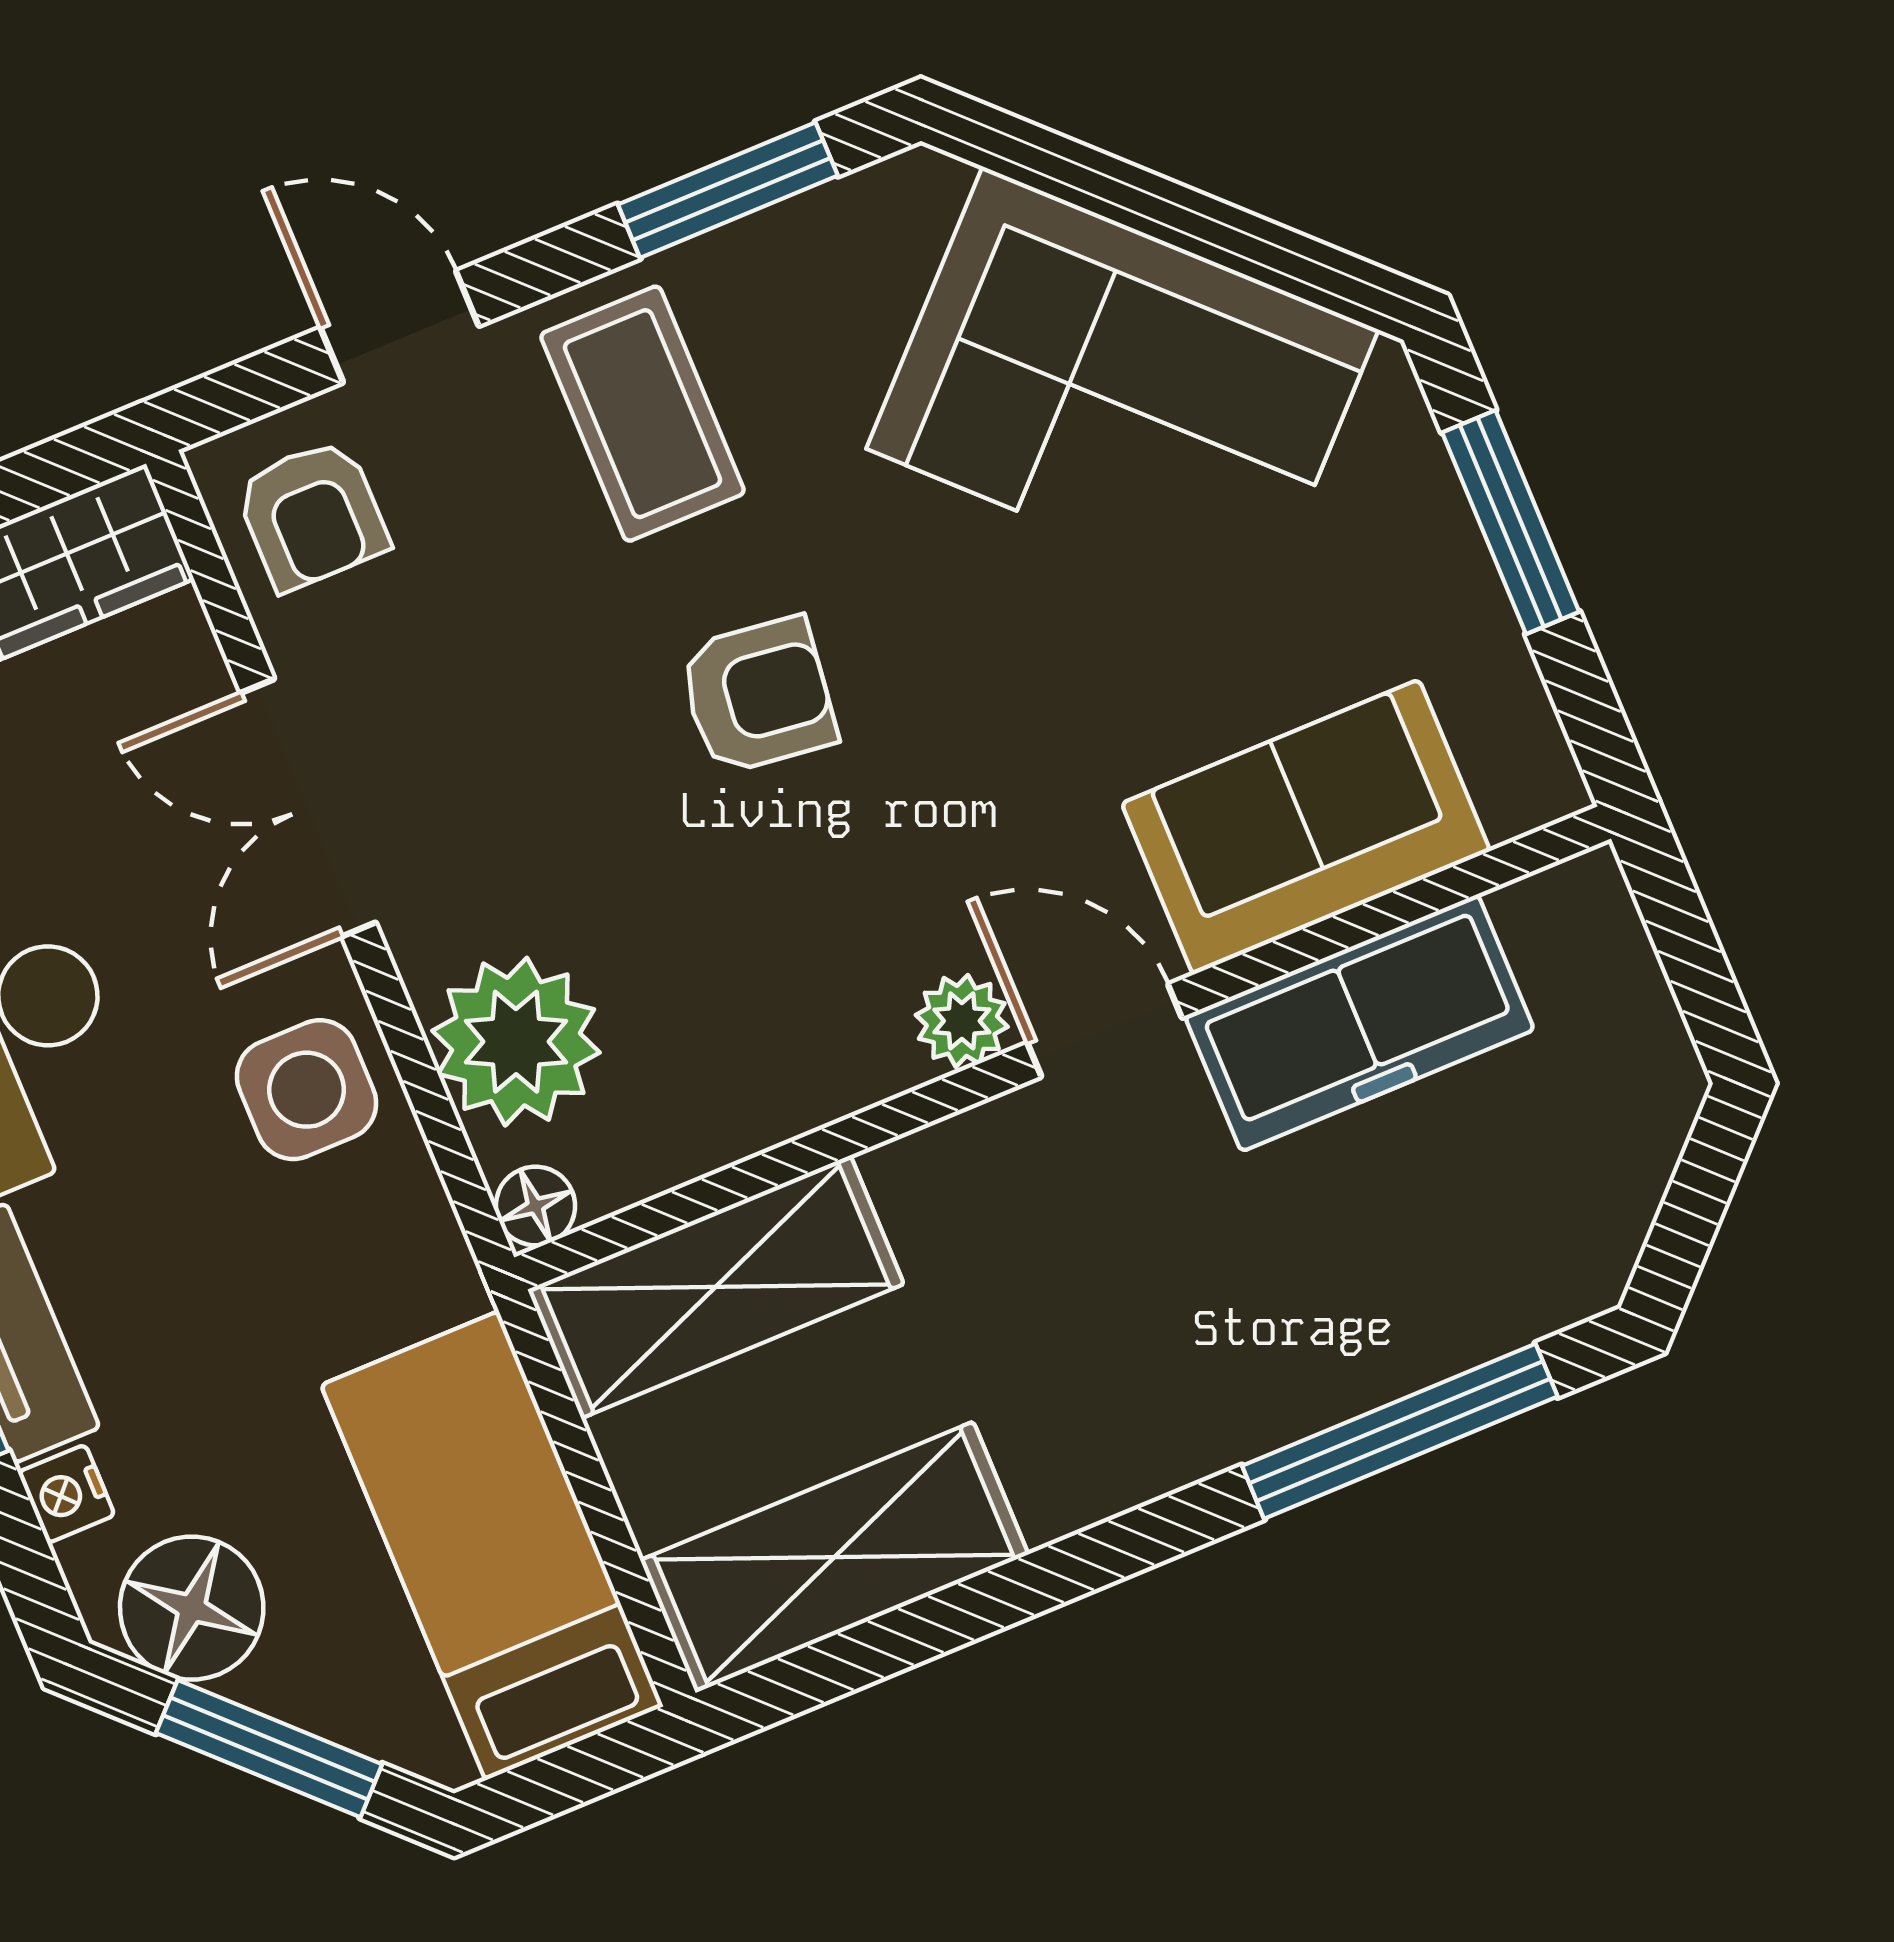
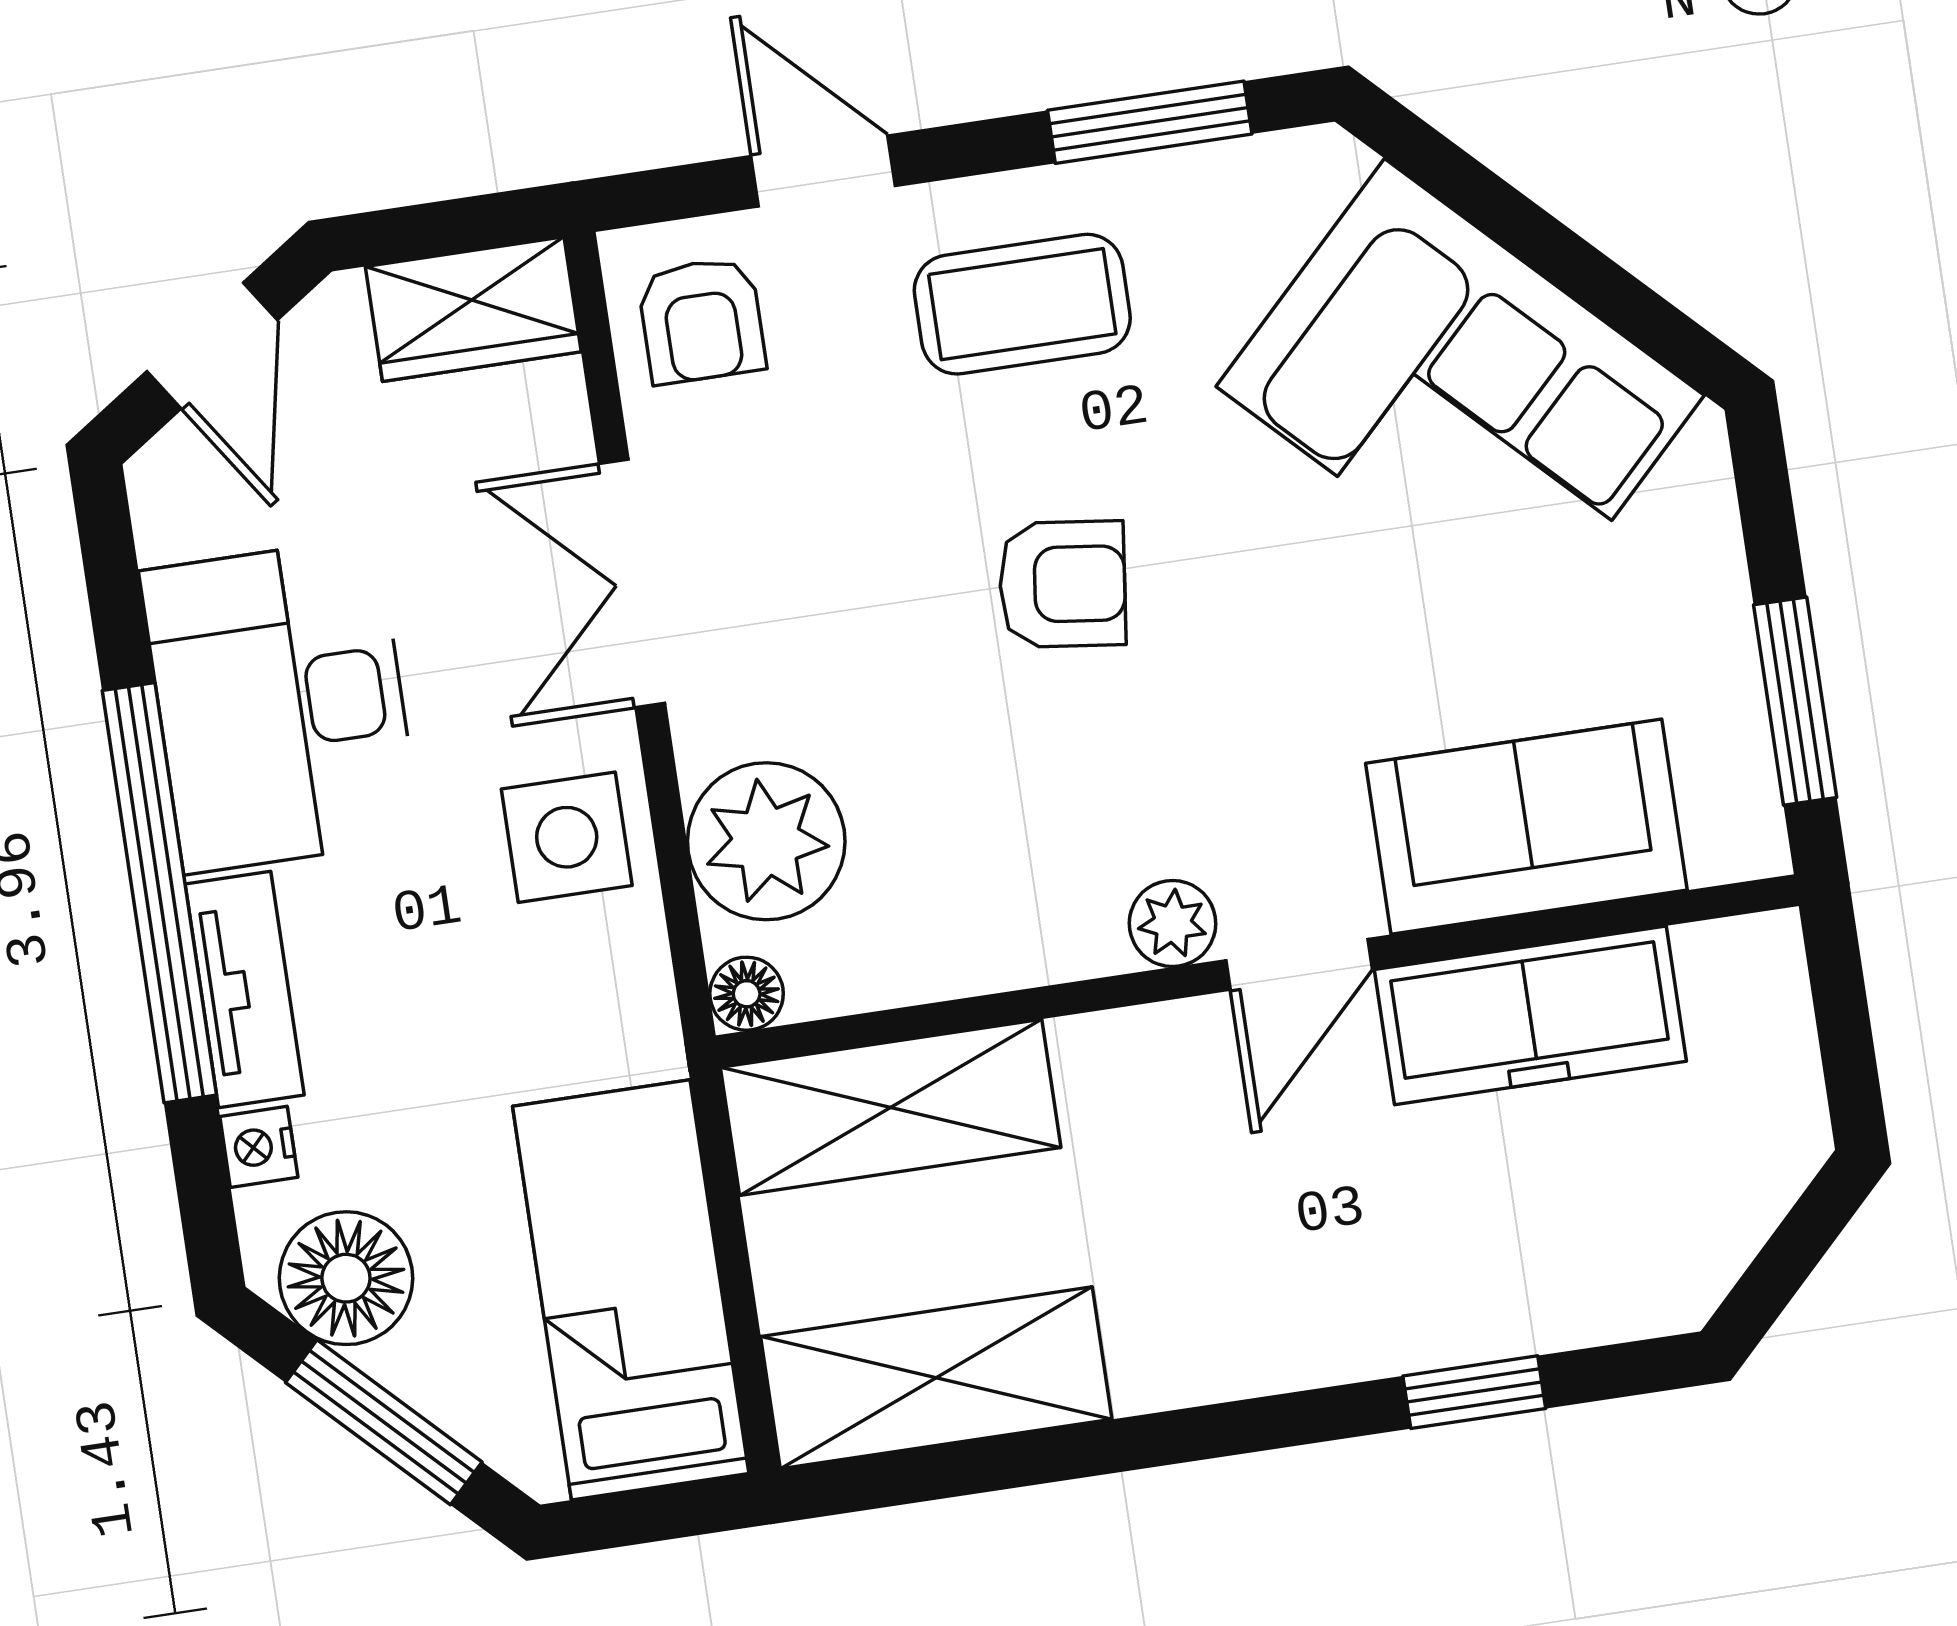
coffee table: (642, 414) -> (1022, 304), turned 90
window: (1511, 522) -> (1795, 701), moved
door: (1105, 1030) -> (1299, 964), swing flipped
window: (1400, 1431) -> (1474, 1392), width x0.46

